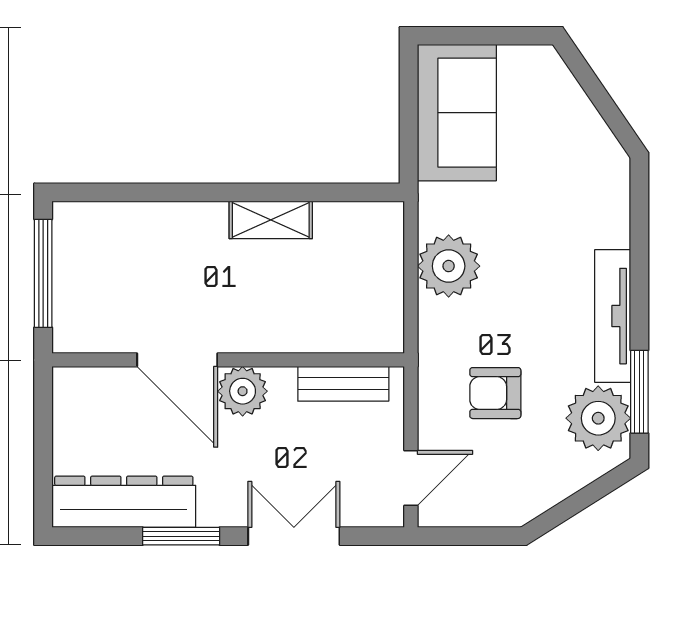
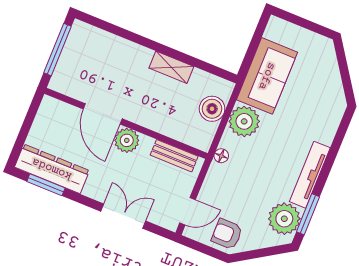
sofa: (457, 113) -> (267, 76), moved
boiler: (379, 267) -> (212, 109), added
floor lamp: (432, 348) -> (221, 156), added
armchair: (495, 393) -> (227, 234), moved
window: (181, 536) -> (46, 185), moved

